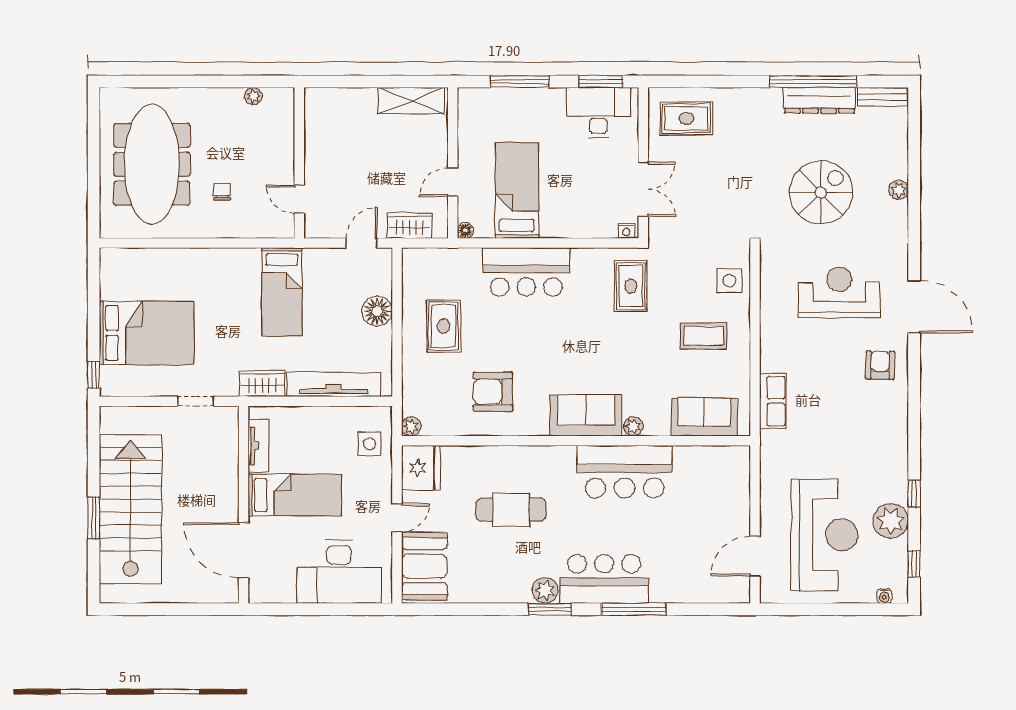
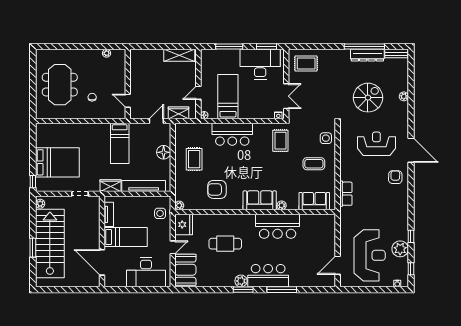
desk: (598, 112) -> (260, 64), width x1.36, depth x1.30
meeting table: (152, 164) -> (60, 85), width x0.73
plant: (109, 423) -> (40, 204), added

